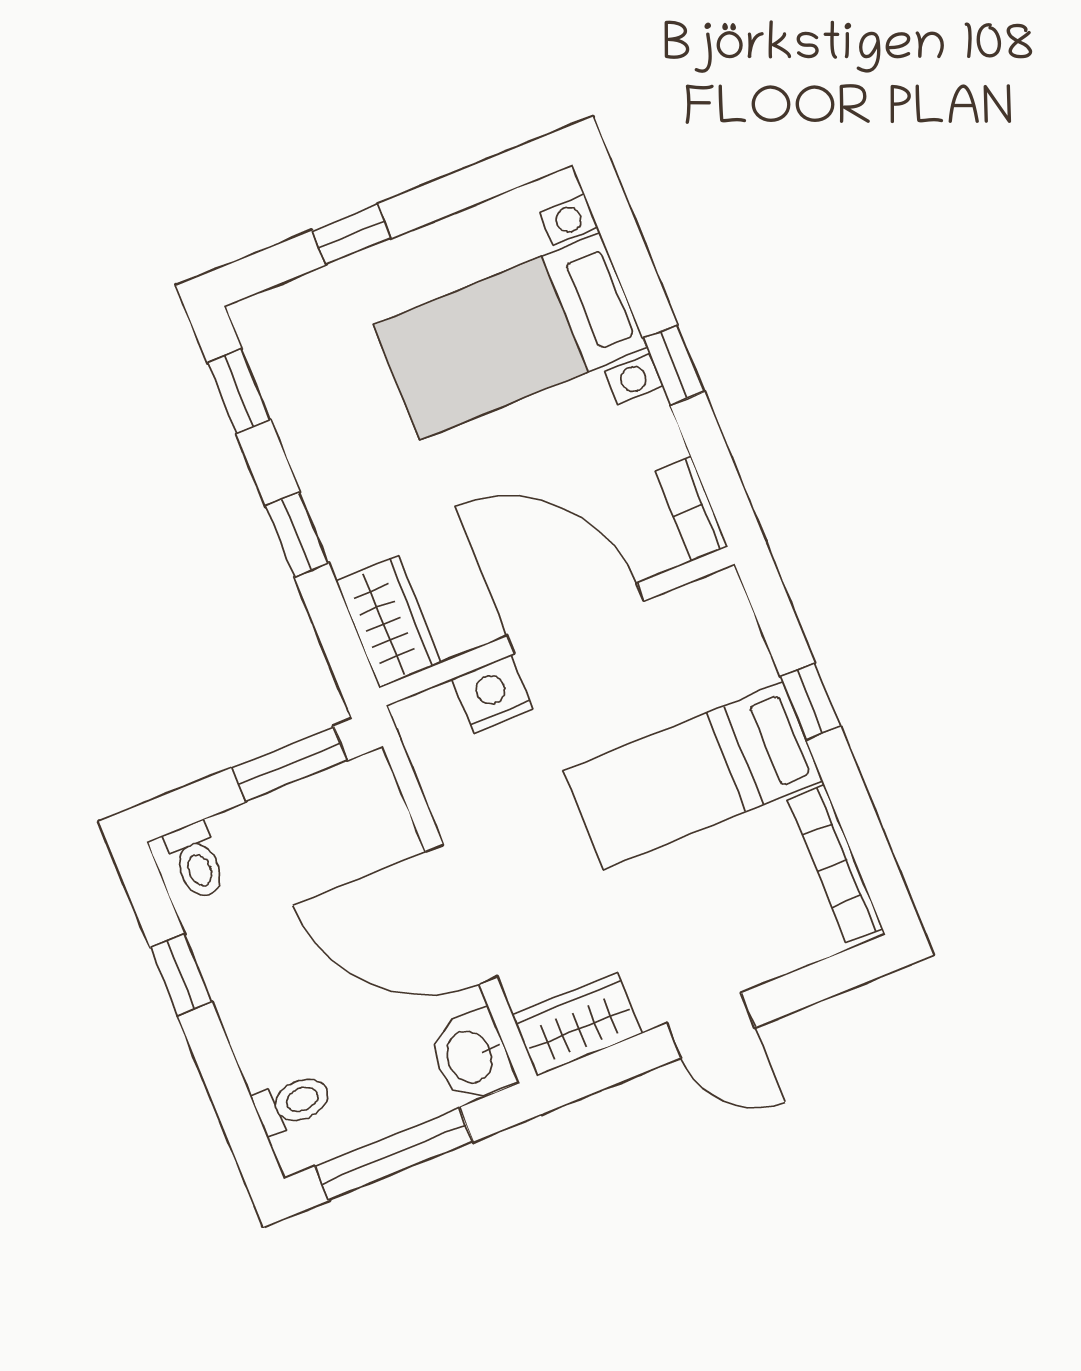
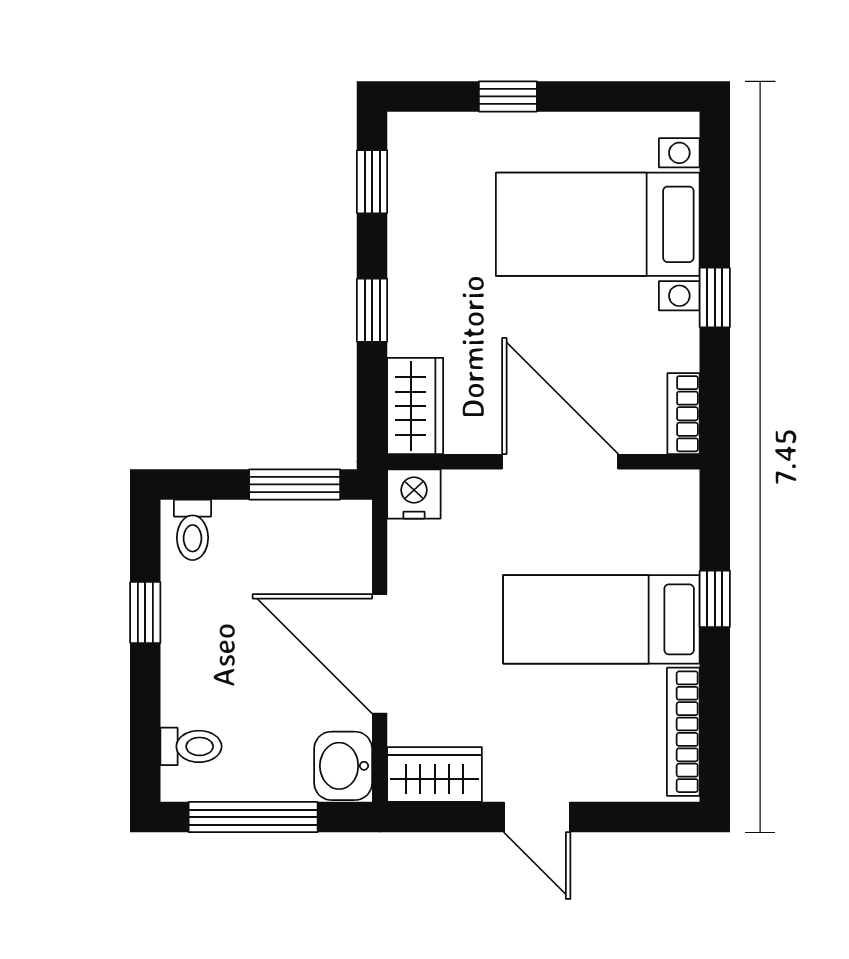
nightstand: (492, 694) -> (414, 494), moved

